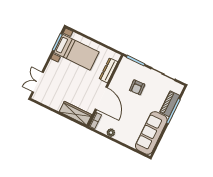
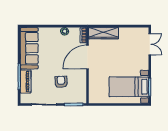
dresser: (108, 70) -> (93, 85), removed
door: (101, 98) -> (87, 57), hinge flipped

